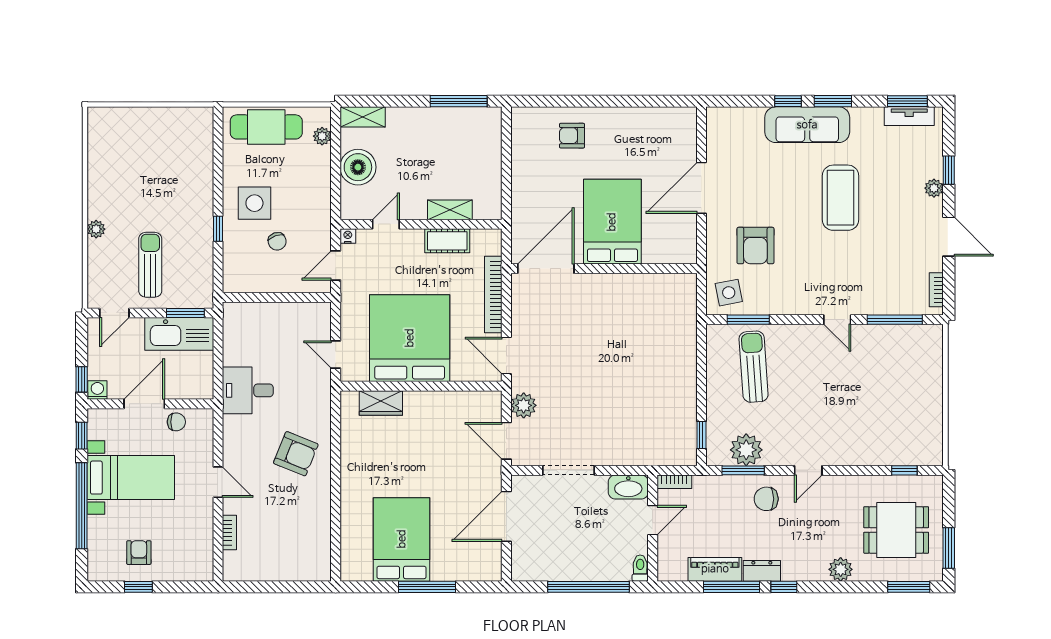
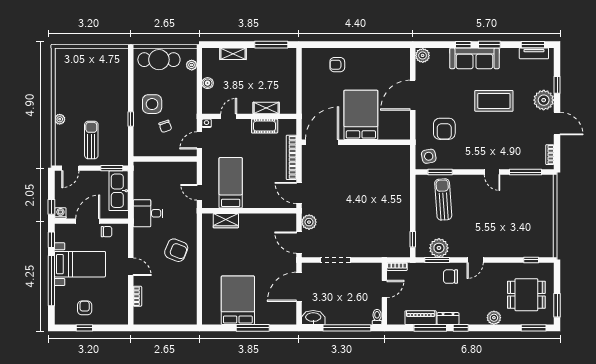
shelving: (363, 117) -> (233, 54), moved
plant: (718, 120) -> (423, 55), added
boiler: (358, 167) -> (208, 83), width x0.54, depth x0.54
plant: (934, 188) -> (544, 100), width x1.87, depth x1.87
coffee table: (841, 198) -> (494, 101), turned 90
kitchen sink: (179, 334) -> (119, 191), moved, turned 90
bed: (410, 338) -> (231, 183), width x0.49
washbasin: (628, 487) -> (313, 318), moved, turned 180

